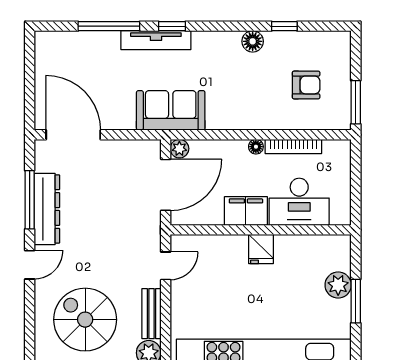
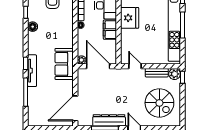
fridge: (261, 249) -> (130, 18), width x1.88, depth x1.34
spiral stairs: (85, 320) -> (159, 103), turned -90

